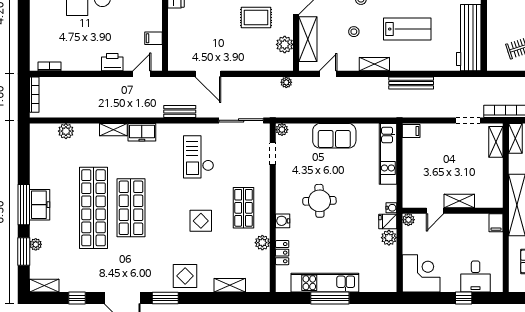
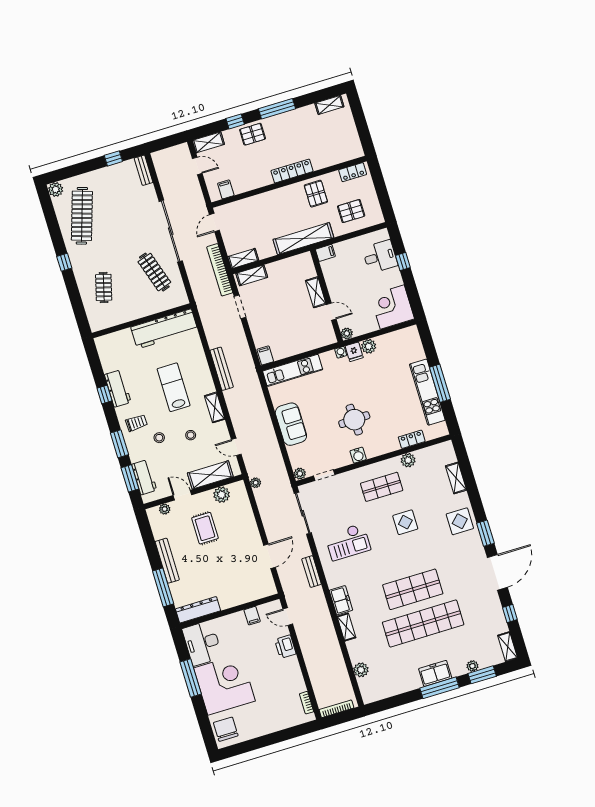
water cooler: (283, 221) -> (358, 455), moved

